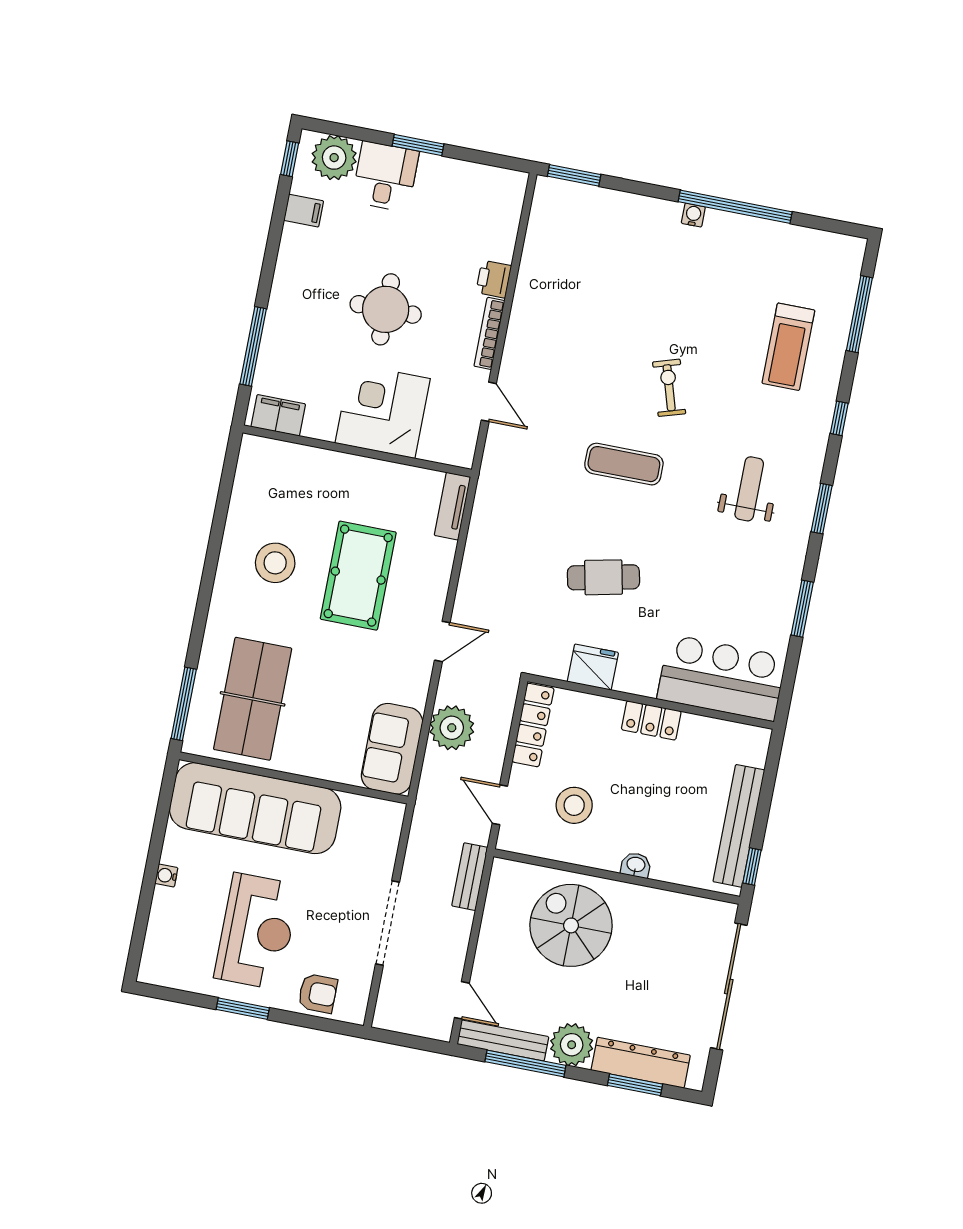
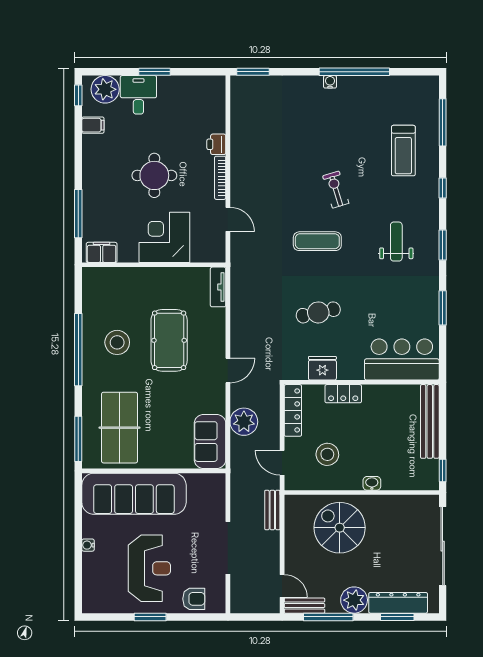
window: (211, 562) -> (78, 350), added
locker: (651, 720) -> (343, 394), moved
bench: (739, 826) -> (430, 421), moved
bench: (503, 1041) -> (304, 606), width x0.73

